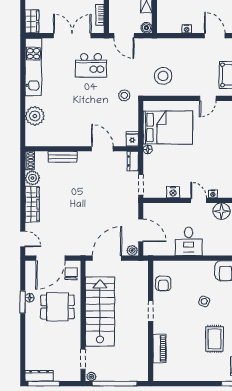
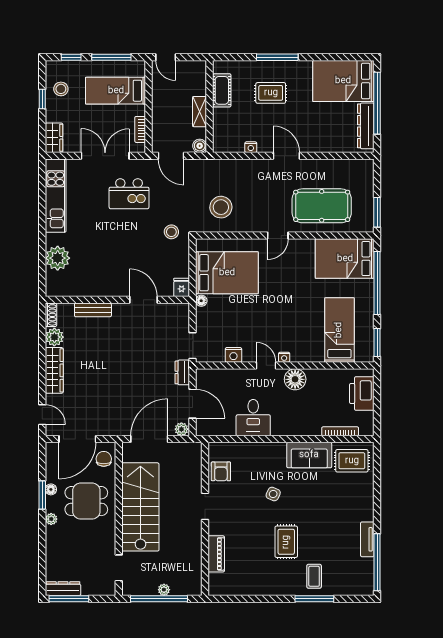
dresser: (133, 161) -> (182, 372), moved
plant: (30, 321) -> (51, 519), added
plant: (91, 377) -> (164, 590), moved

